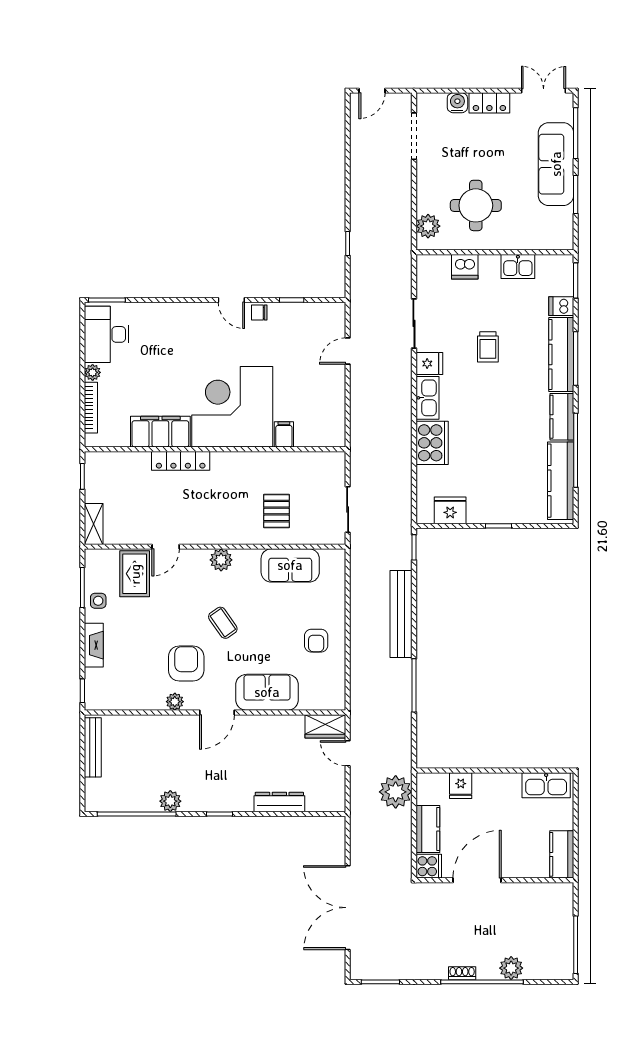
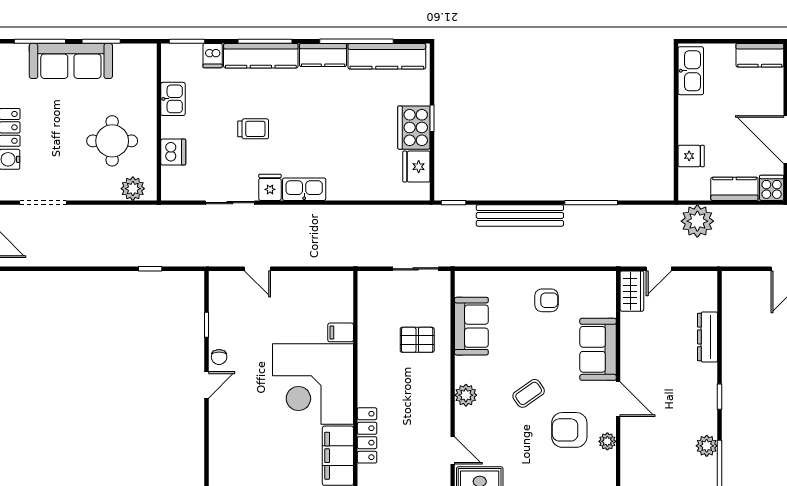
cooker: (432, 443) -> (414, 128), moved, turned -90

